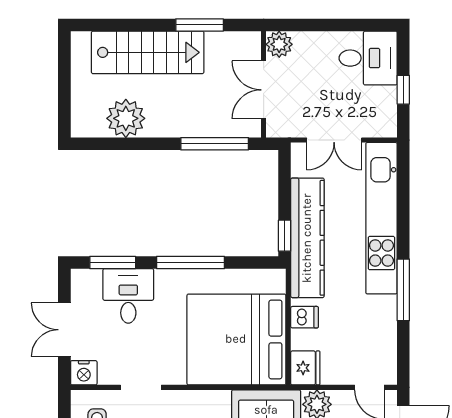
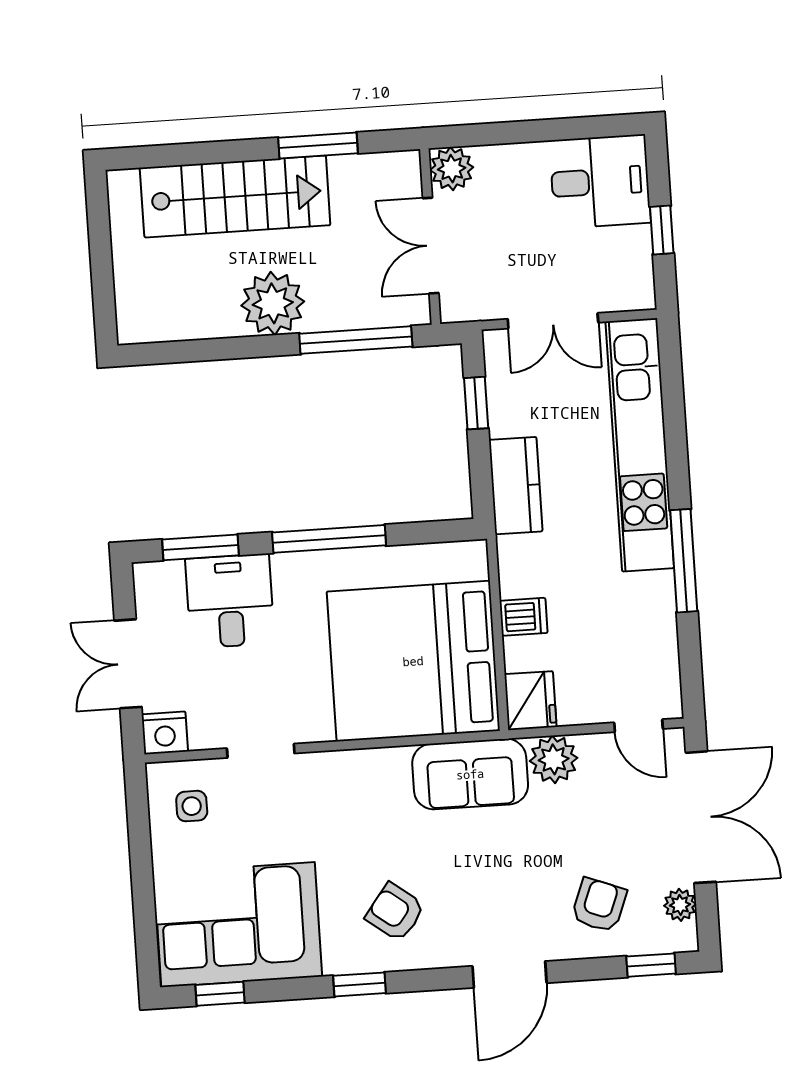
plant: (126, 118) -> (273, 303), moved
window: (285, 236) -> (476, 403), moved
kitchen counter: (307, 238) -> (516, 486), width x0.48, depth x0.86

